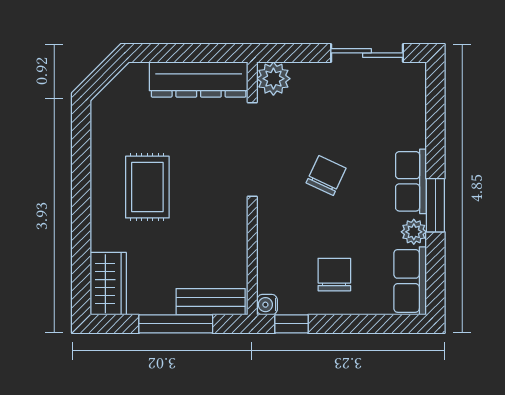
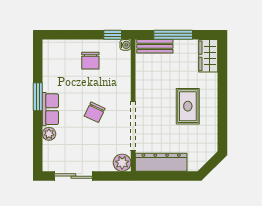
plant: (414, 232) -> (49, 134), moved
row of seats: (410, 281) -> (51, 57), removed

